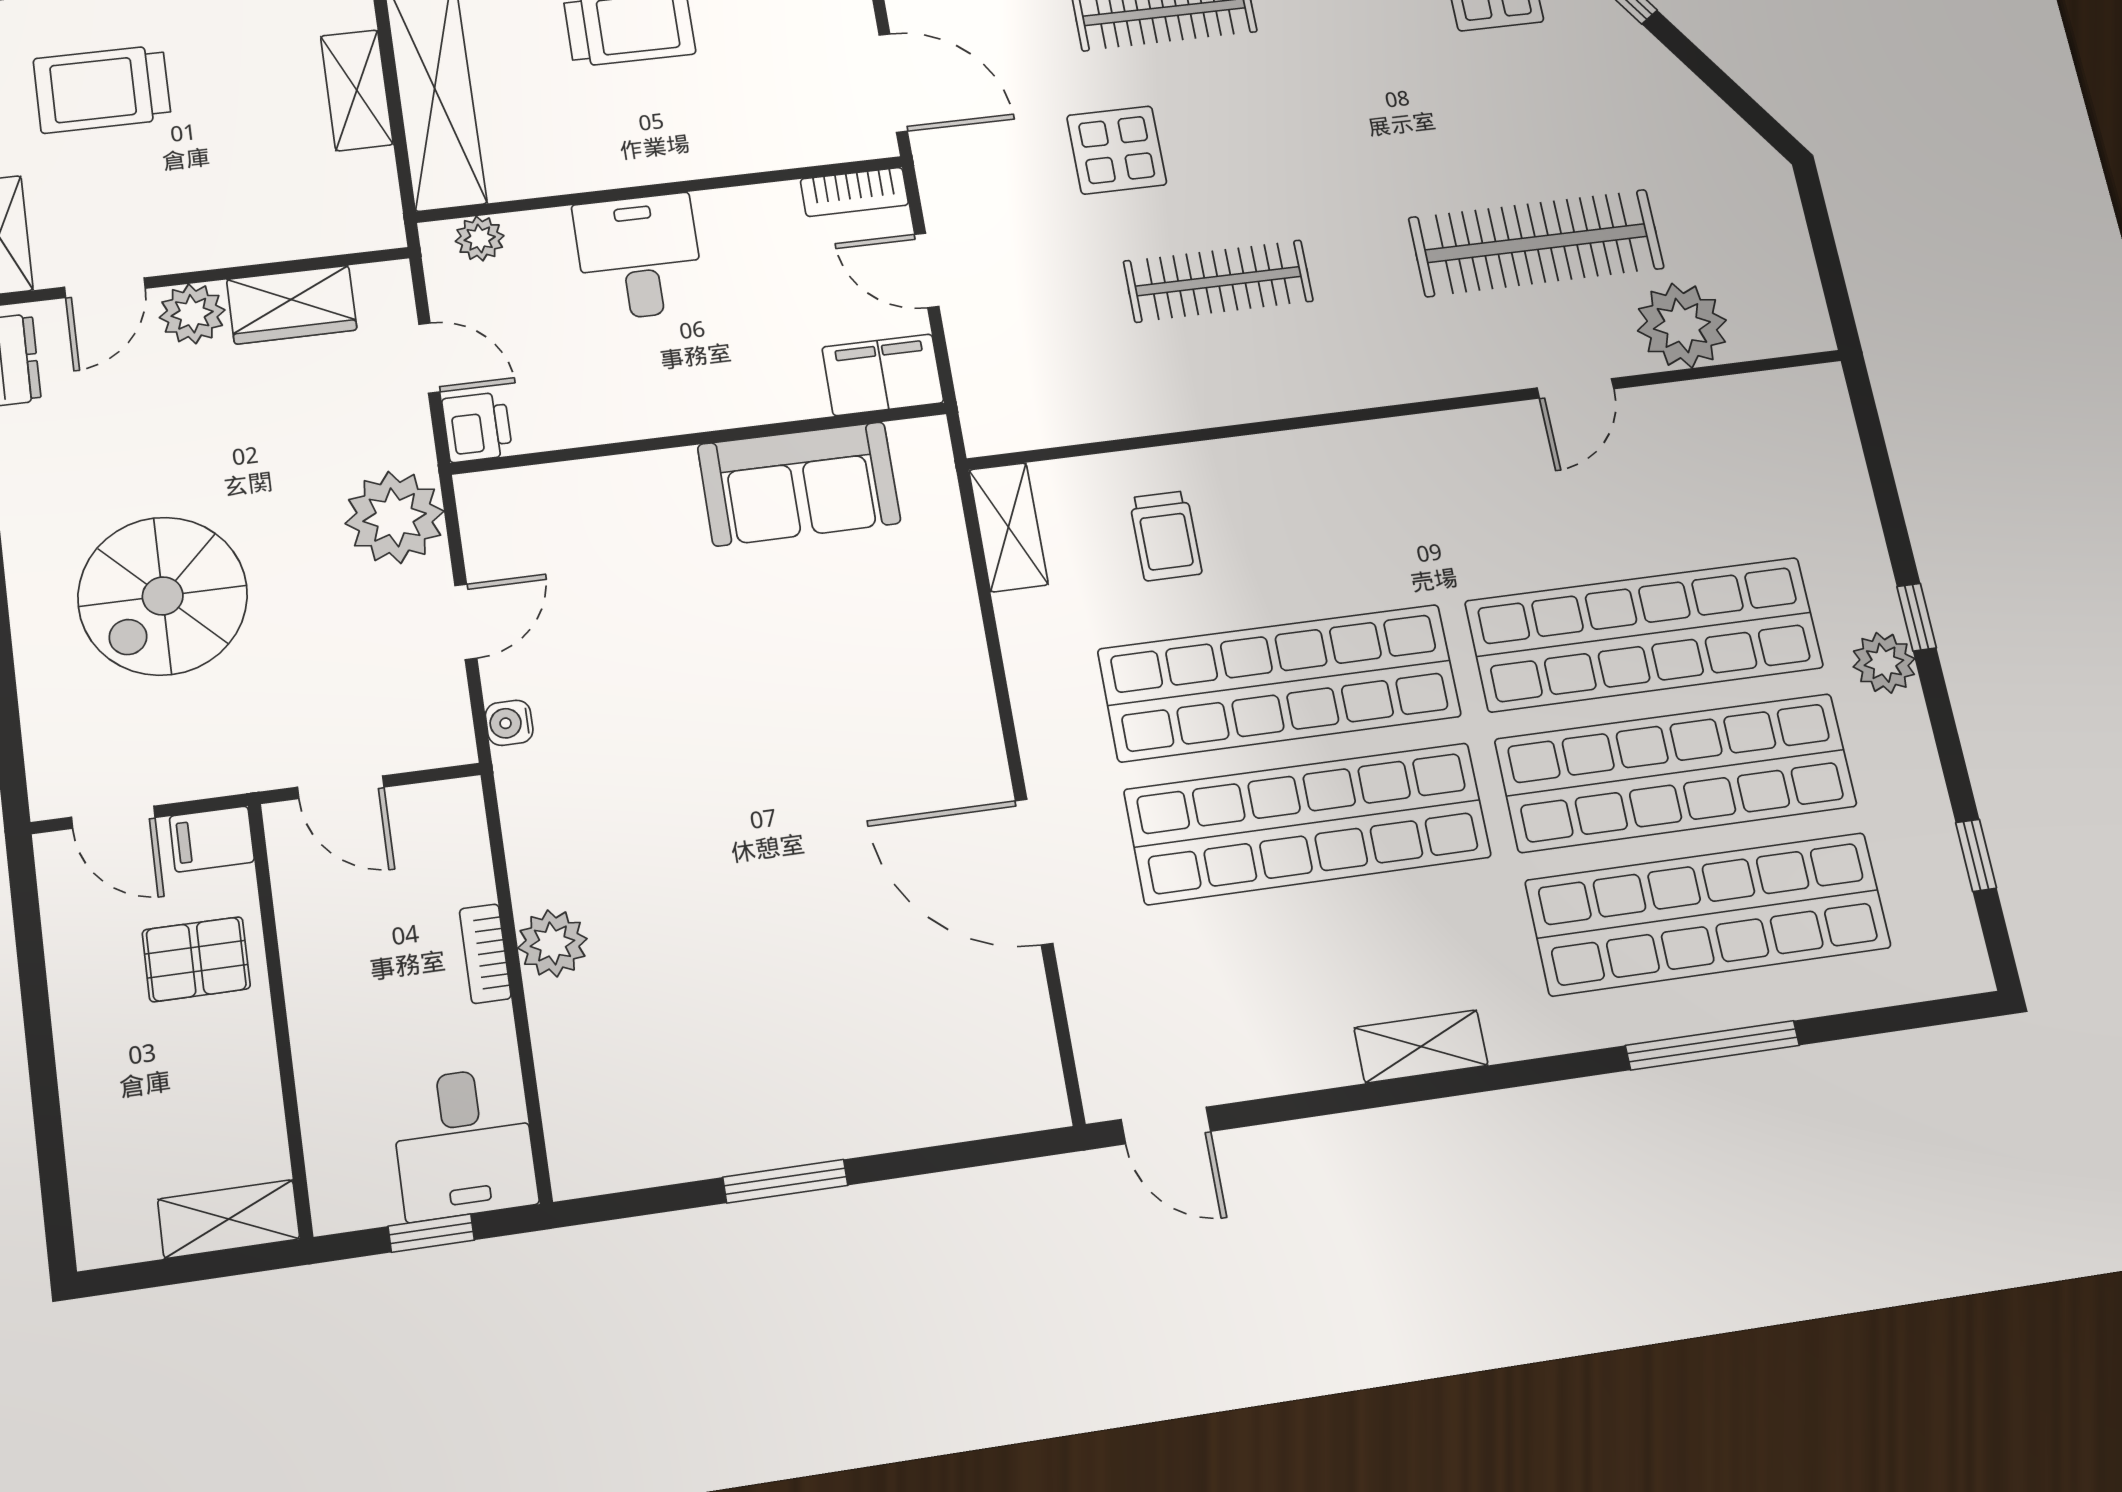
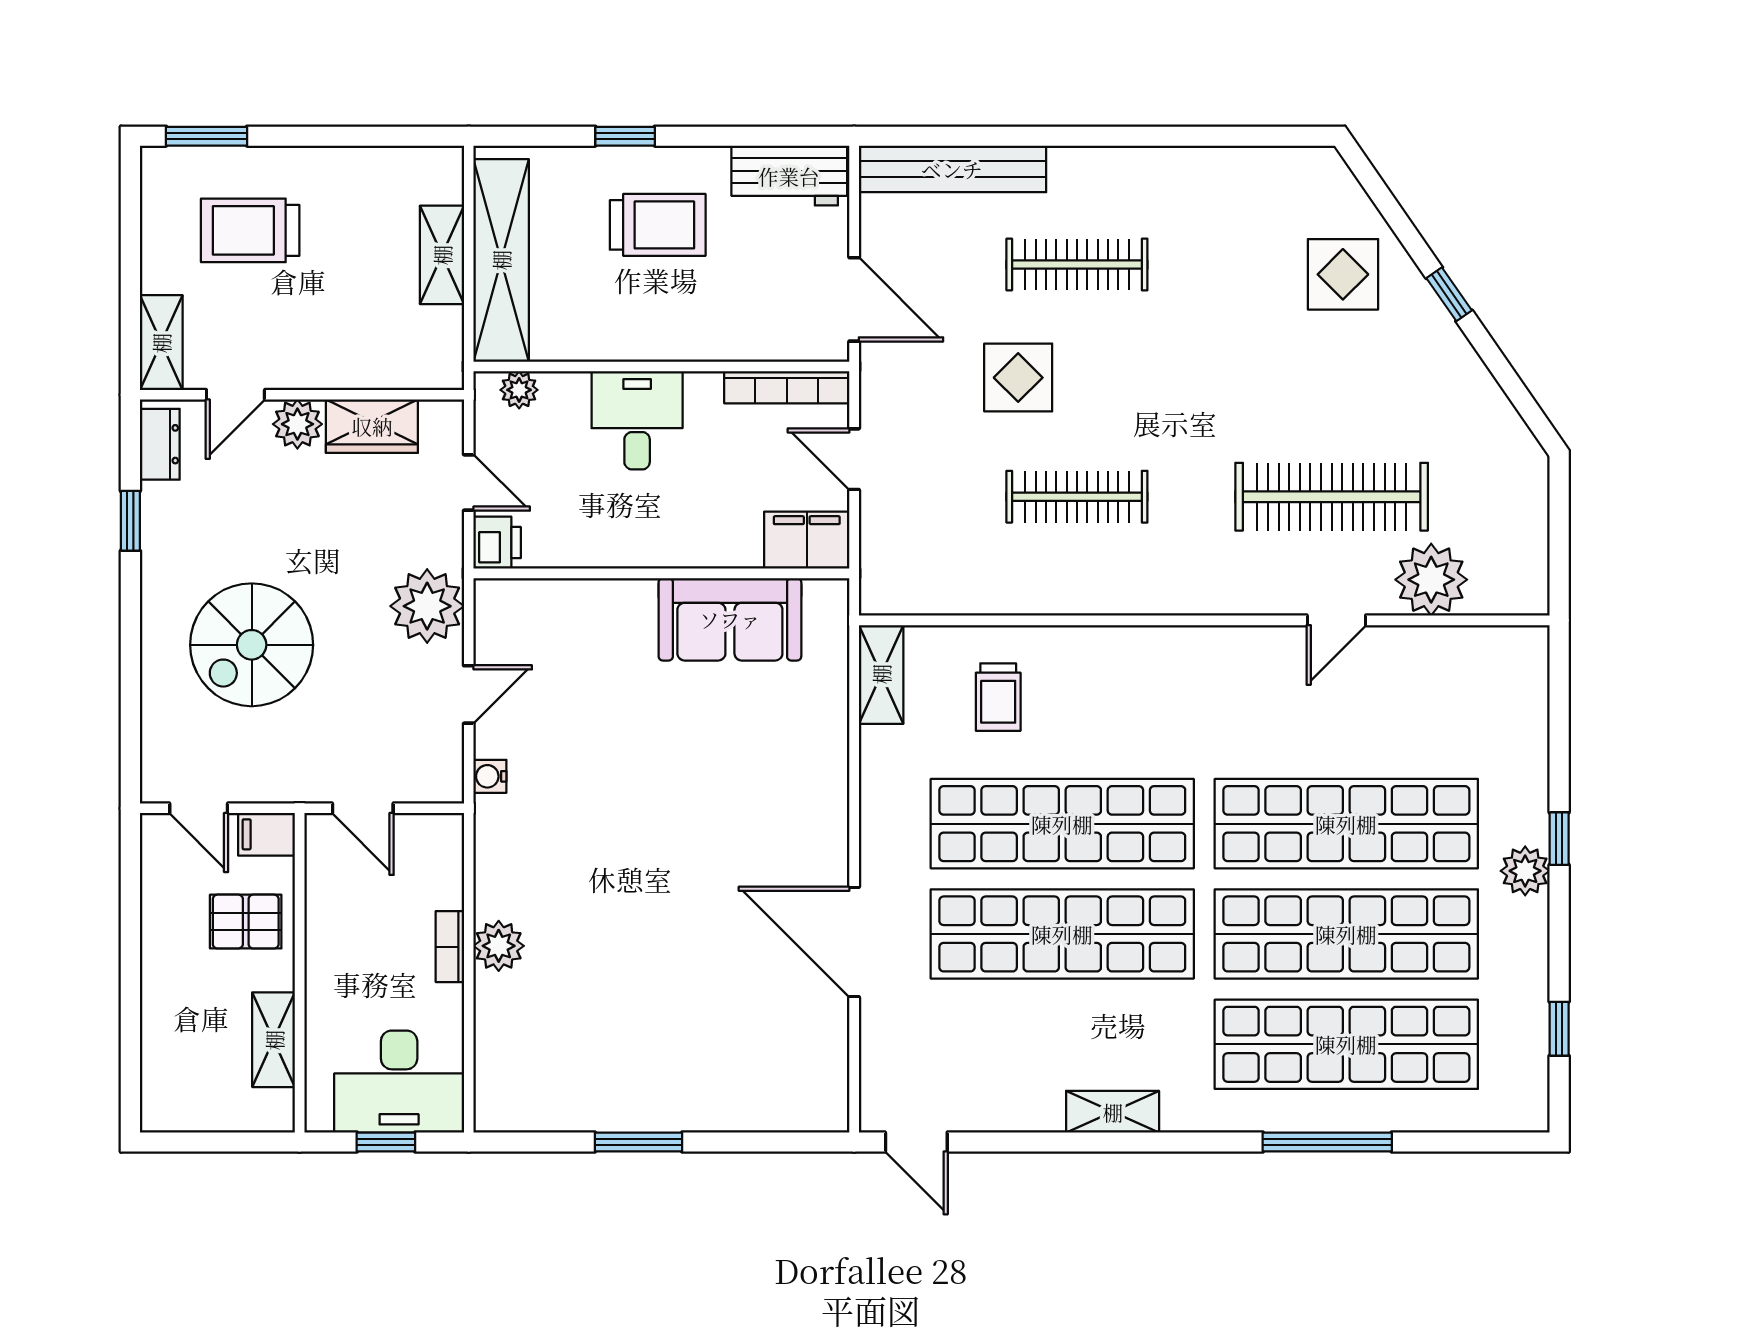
bookcase: (854, 192) -> (787, 387), width x1.56
desk: (464, 1143) -> (399, 1082), width x1.37
shelving: (229, 1219) -> (274, 1040), moved, turned 90

